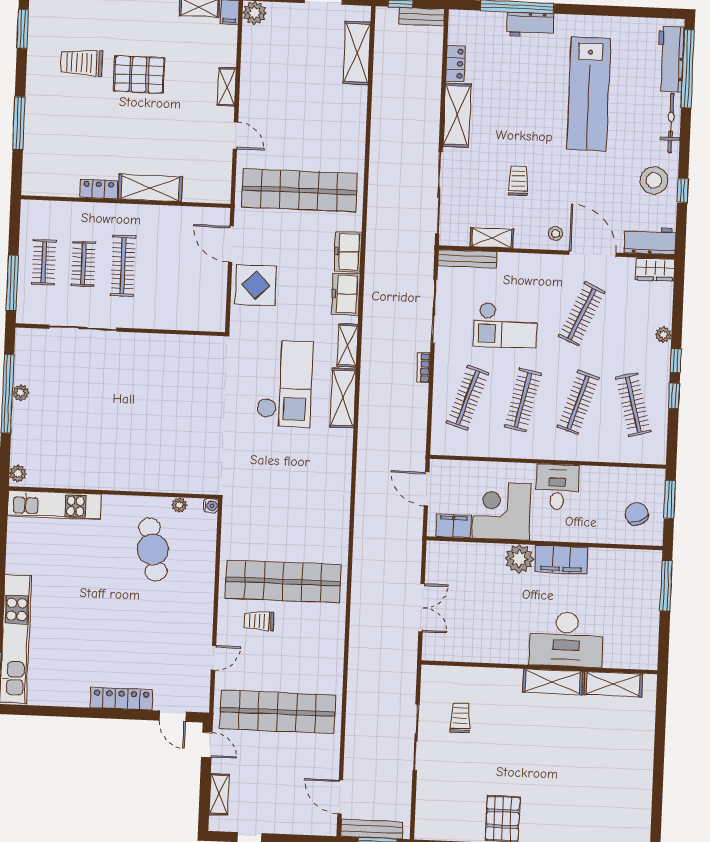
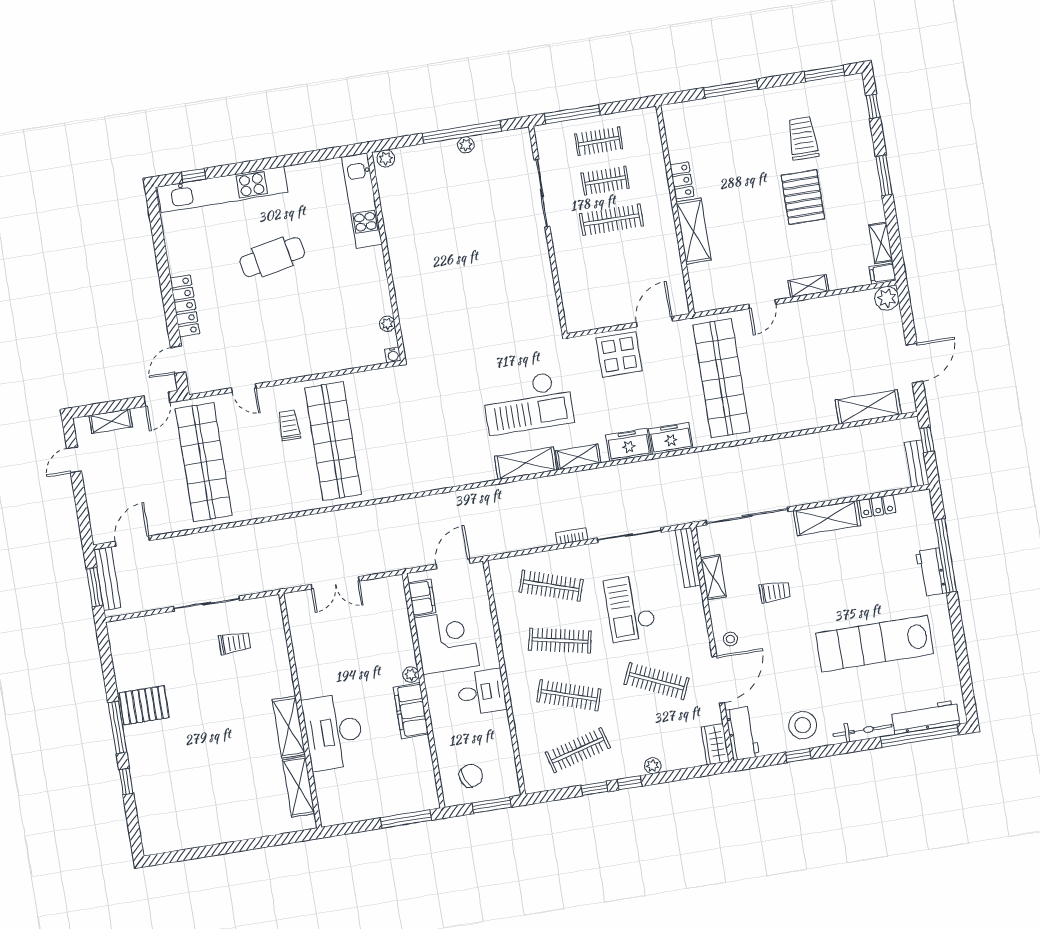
cafe table: (153, 549) -> (272, 257), moved
plant: (519, 559) -> (411, 675), width x0.53, depth x0.53

